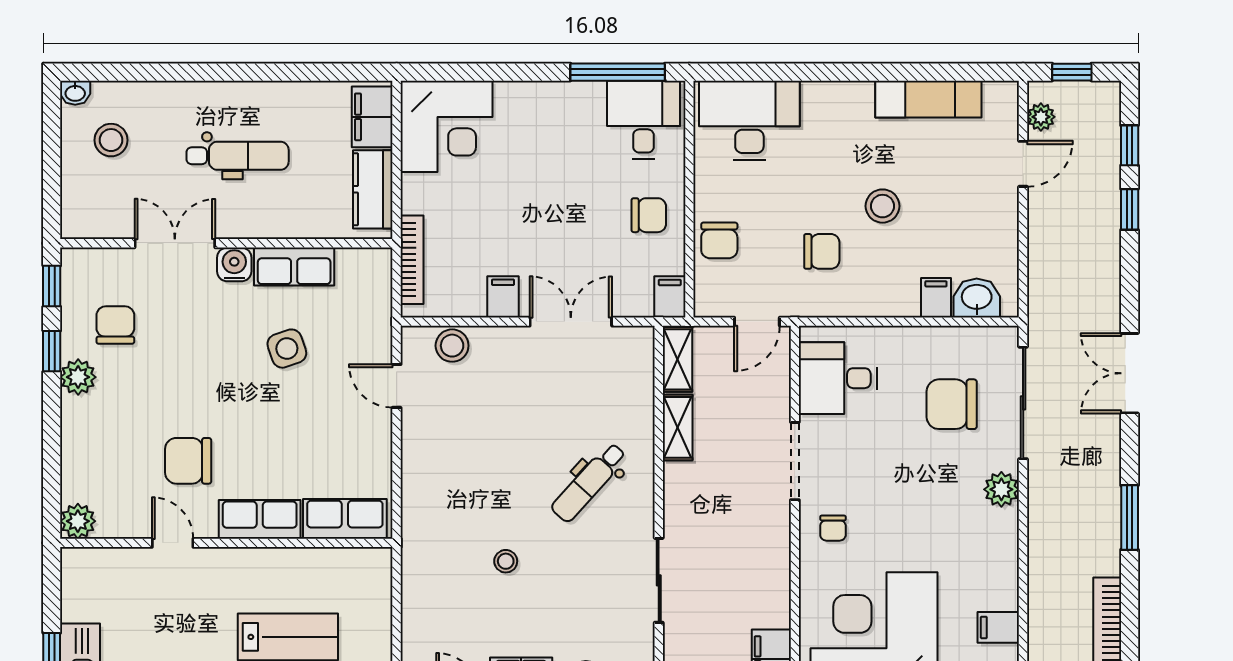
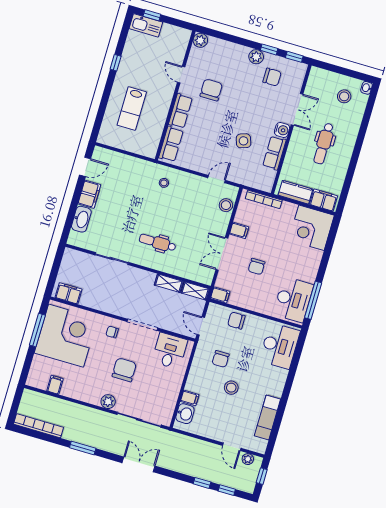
desk: (643, 120) -> (293, 300), width x1.37
chair: (649, 215) -> (257, 266), moved
double door: (571, 322) -> (222, 254), swing flipped
chair: (952, 404) -> (124, 370), moved
dental chair: (589, 482) -> (157, 243), turned -42
door: (173, 543) -> (181, 75), swing flipped
stool: (506, 561) -> (164, 183), moved

